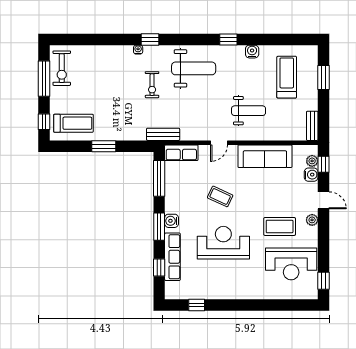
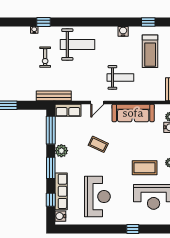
window: (228, 39) -> (148, 22), moved
treadmill: (287, 77) -> (150, 51), turned 180
bench: (163, 134) -> (54, 96), width x1.36
plant: (173, 205) -> (61, 151), added
water cooler: (172, 221) -> (60, 216), moved
reception desk: (223, 243) -> (97, 197), moved, turned 90
window: (197, 305) -> (133, 229), moved

